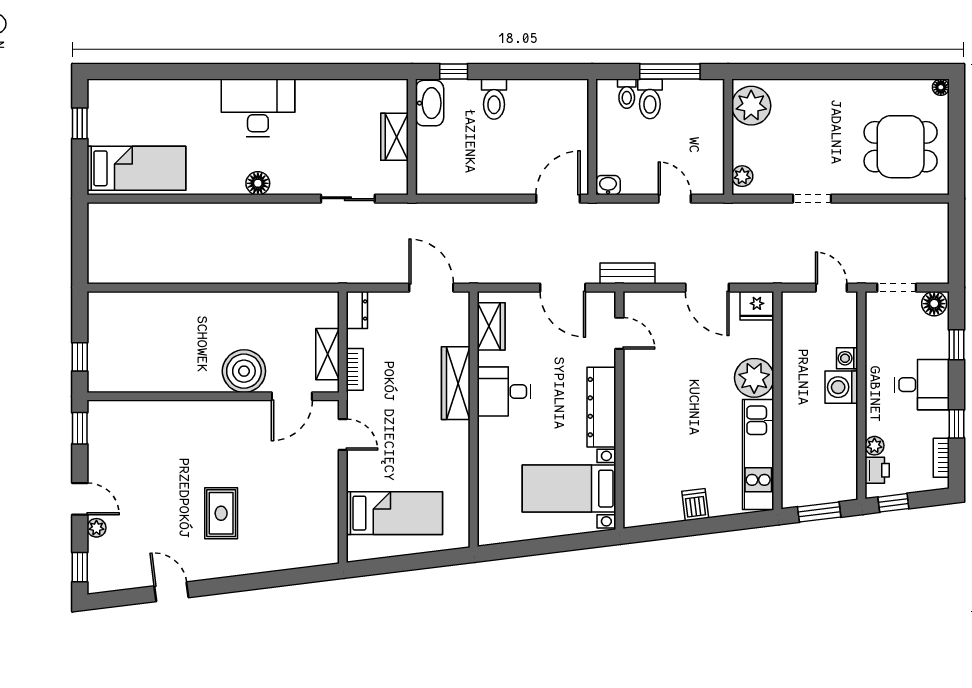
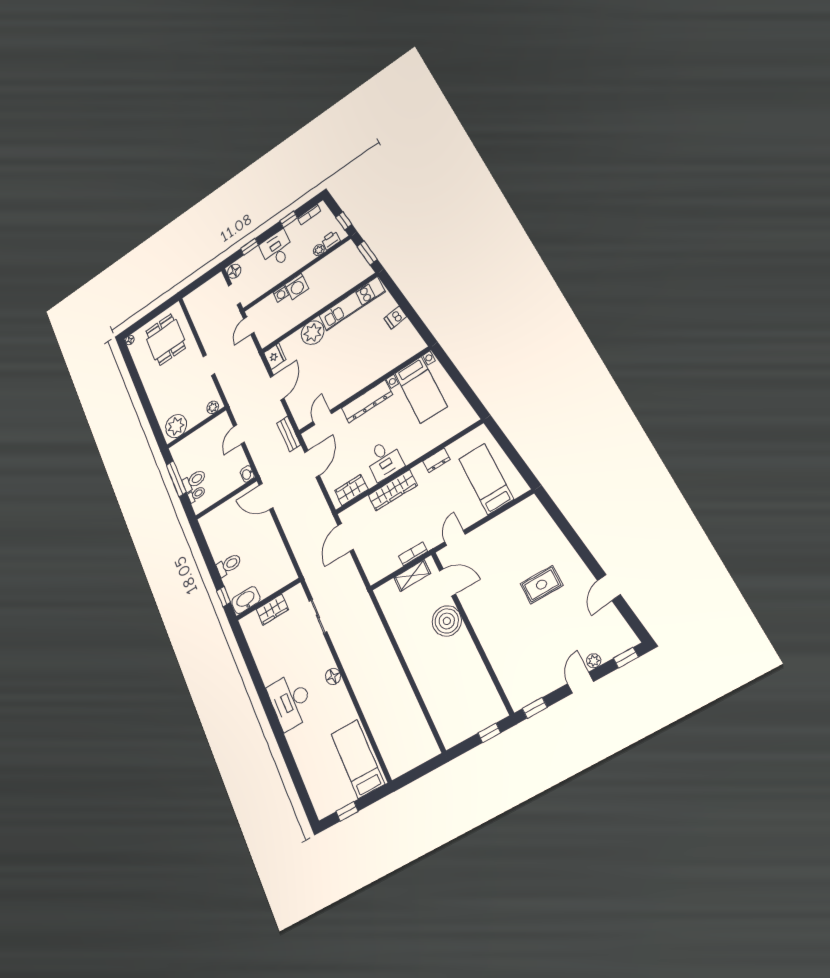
dresser: (357, 310) -> (436, 460), moved, turned 180

